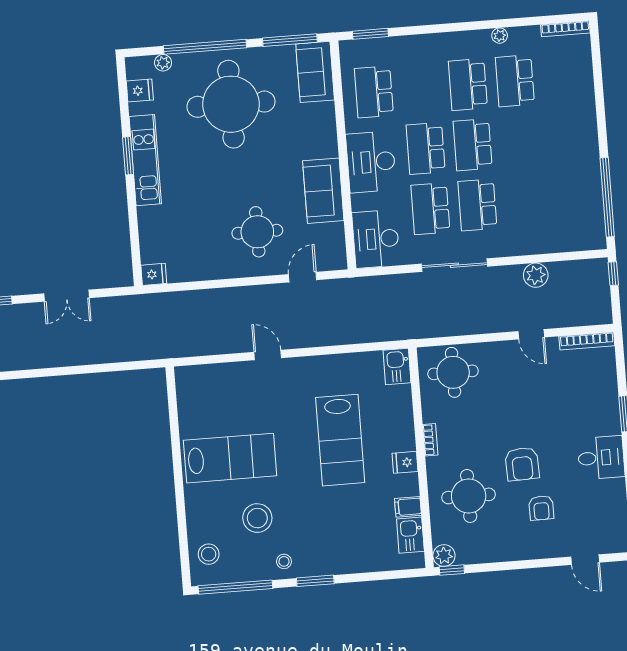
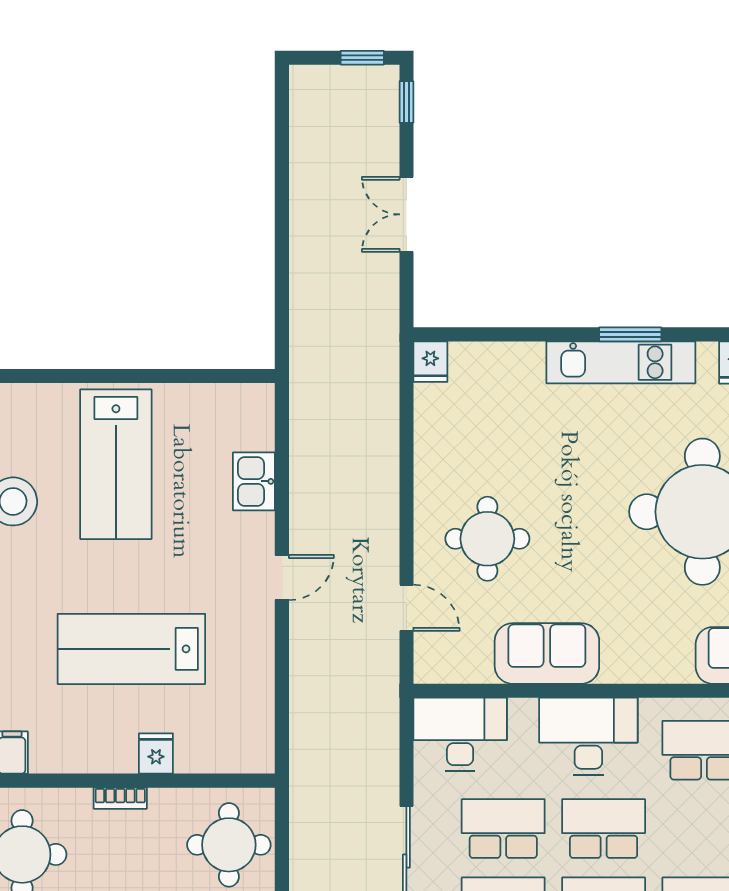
door: (268, 355) -> (282, 578), moved
kitchen sink: (397, 366) -> (254, 481), moved, turned -90
fridge: (405, 462) -> (156, 754), moved

